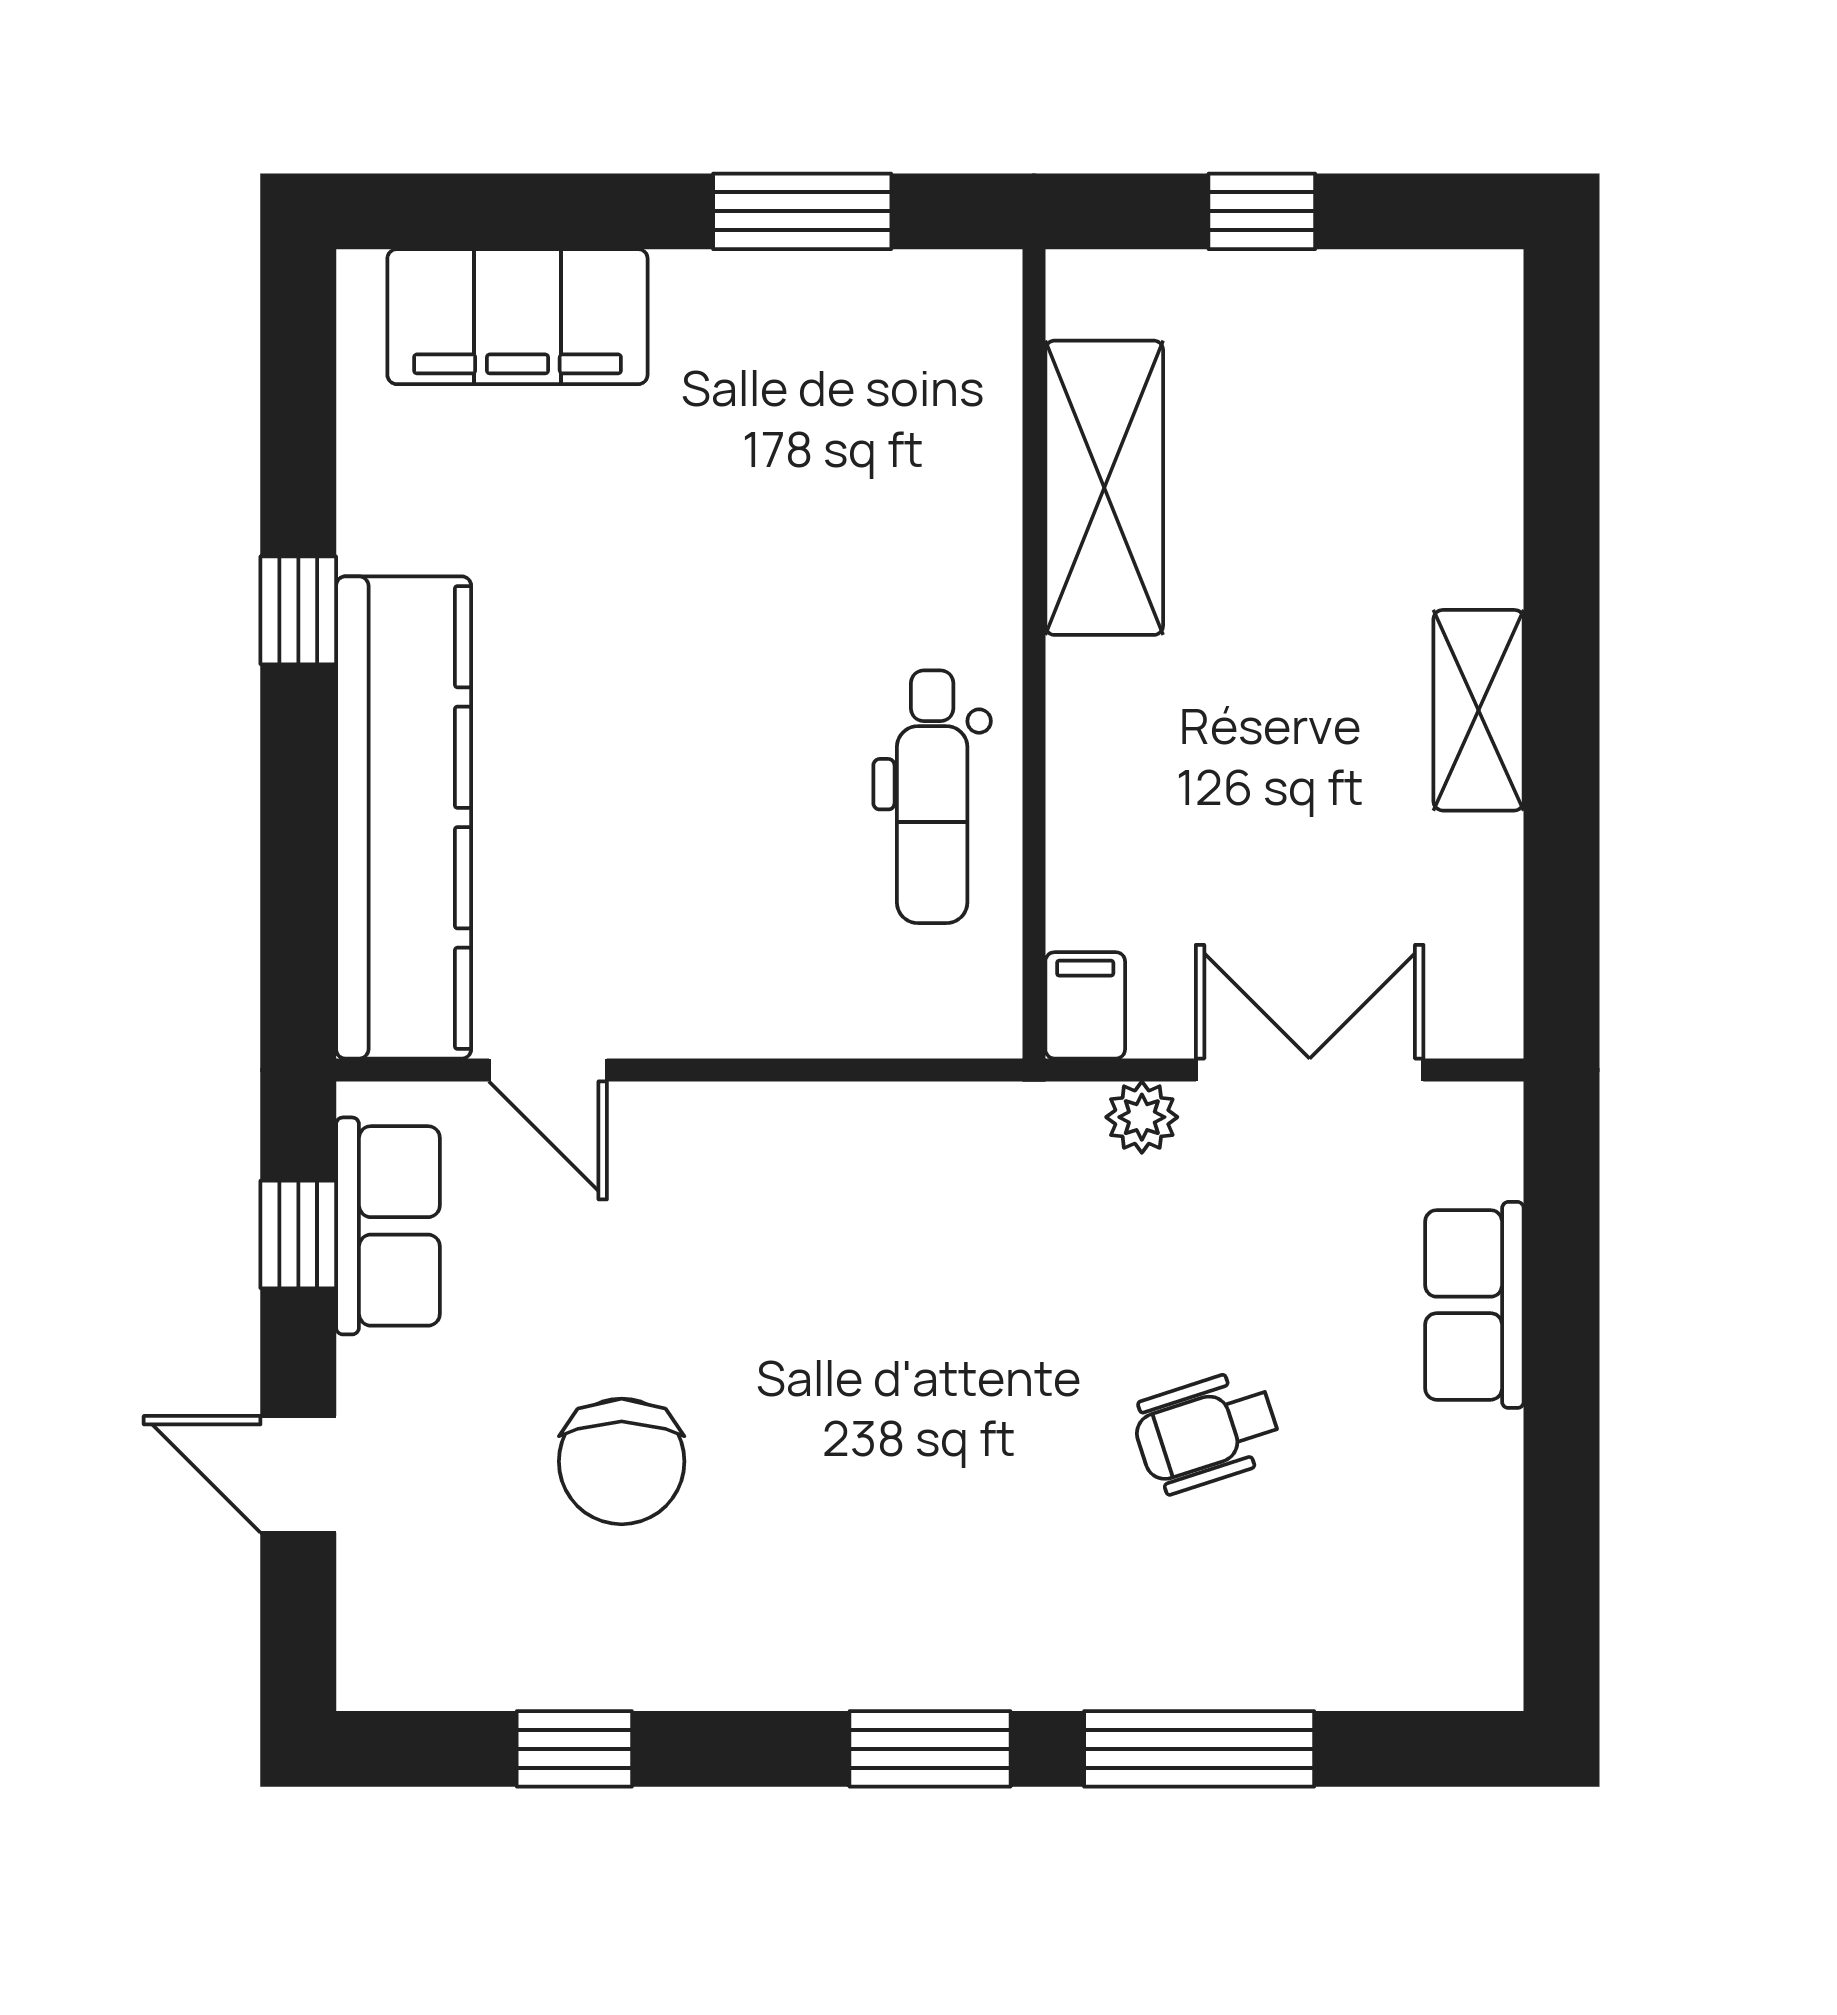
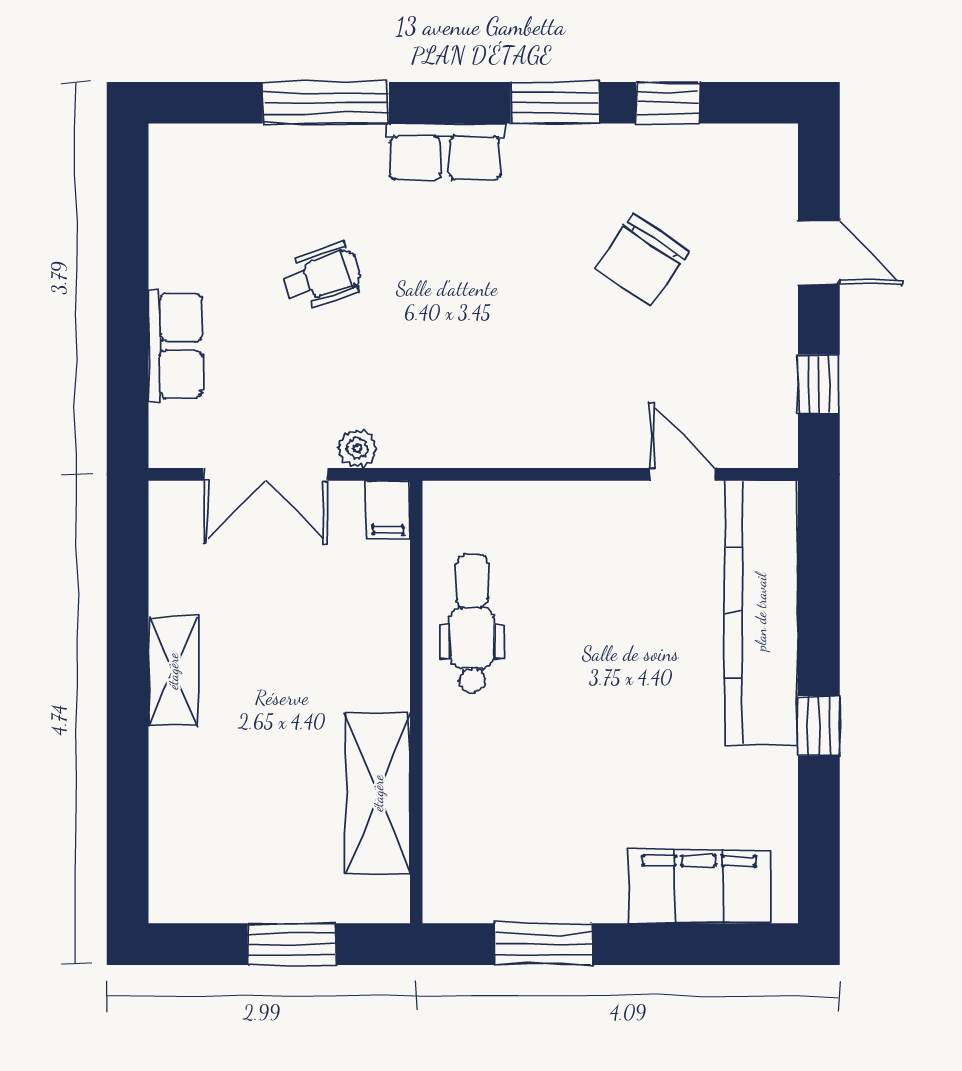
window: (1262, 211) -> (292, 944), width x1.50
row of seats: (388, 1226) -> (445, 152), moved, turned -90
chair: (622, 1461) -> (642, 260), turned -146
window: (930, 1749) -> (555, 103), moved

